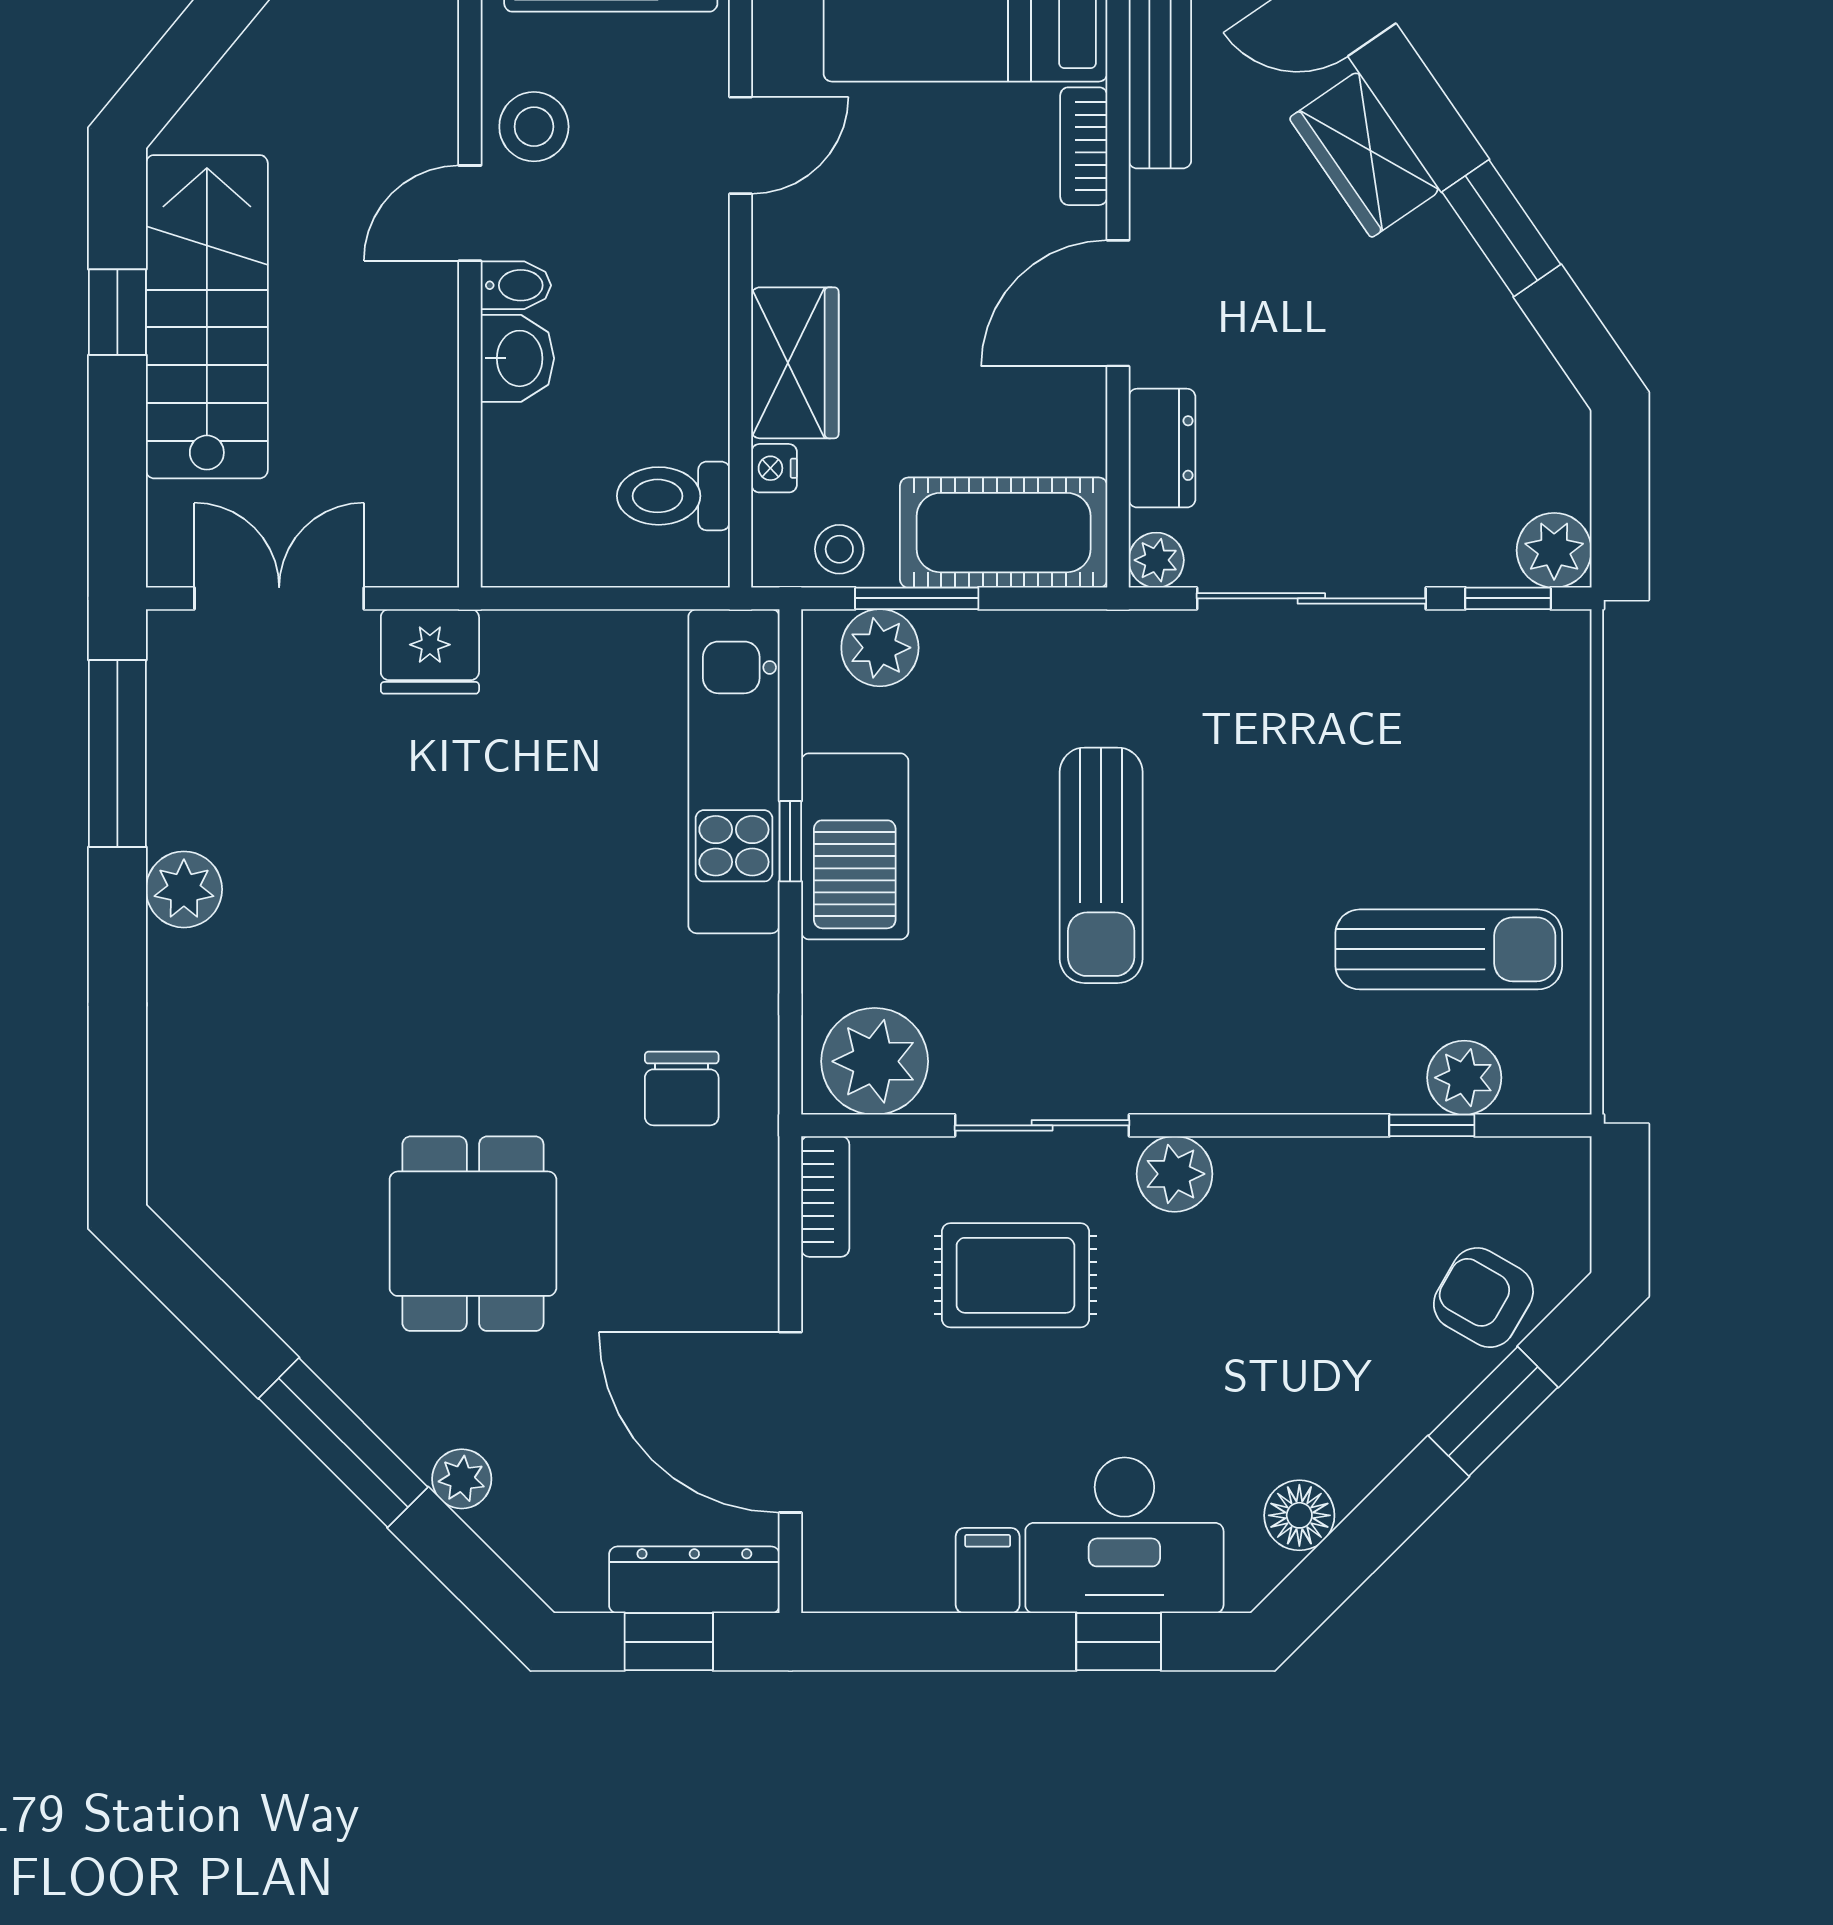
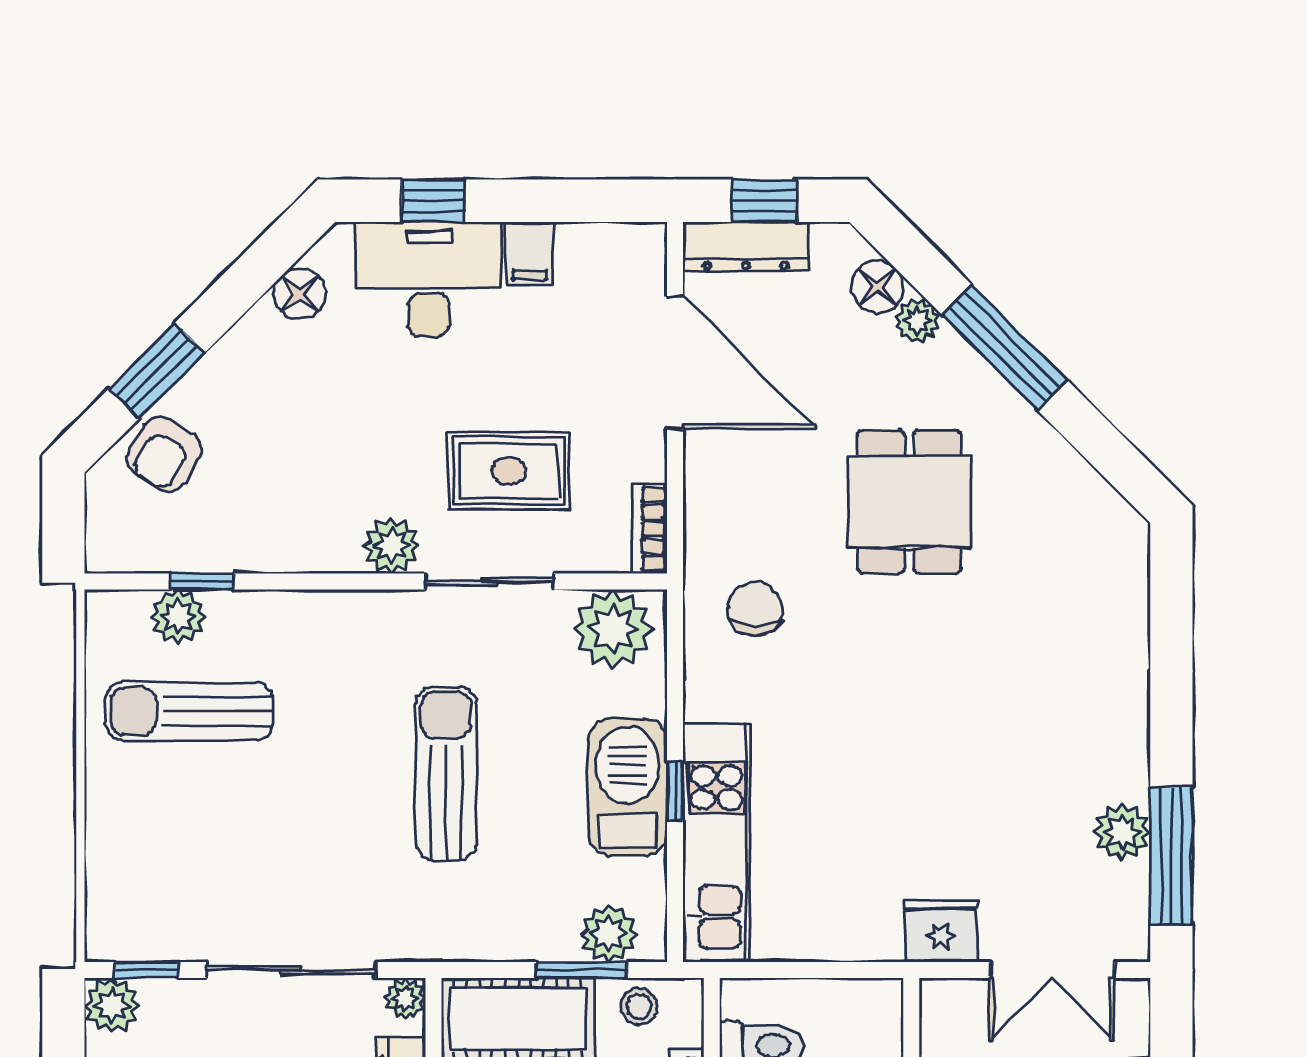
plant: (184, 889) -> (1122, 832), moved
armchair: (1483, 1298) -> (164, 455), turned 91
floor lamp: (516, 1525) -> (878, 287), added

